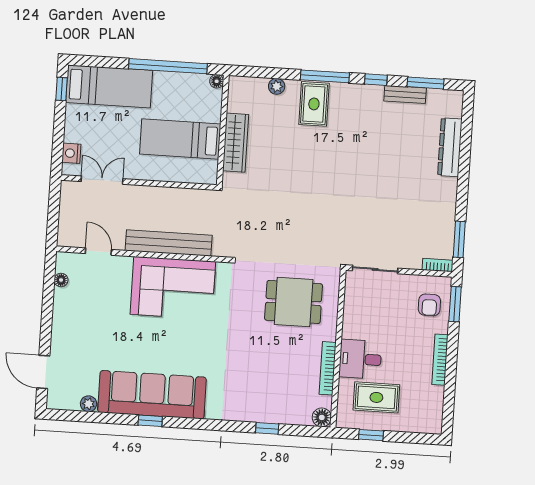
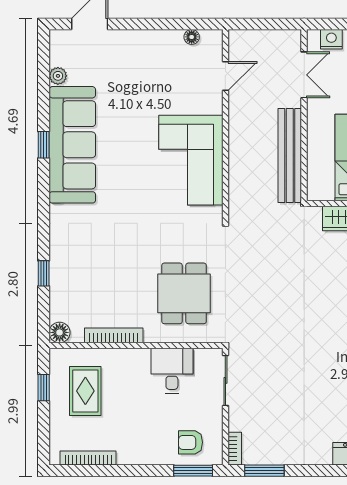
bench: (169, 243) -> (290, 155), moved
desk: (360, 359) -> (172, 371), moved
bookcase: (440, 360) -> (88, 458), moved

